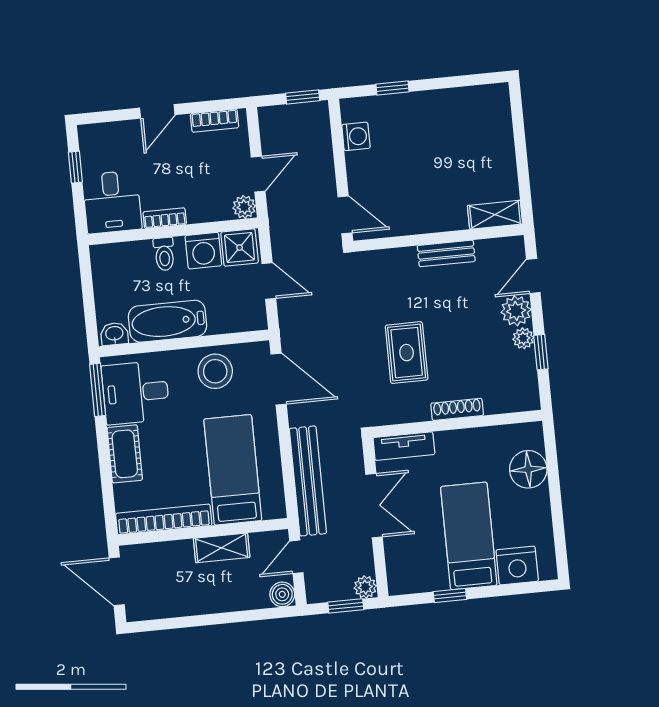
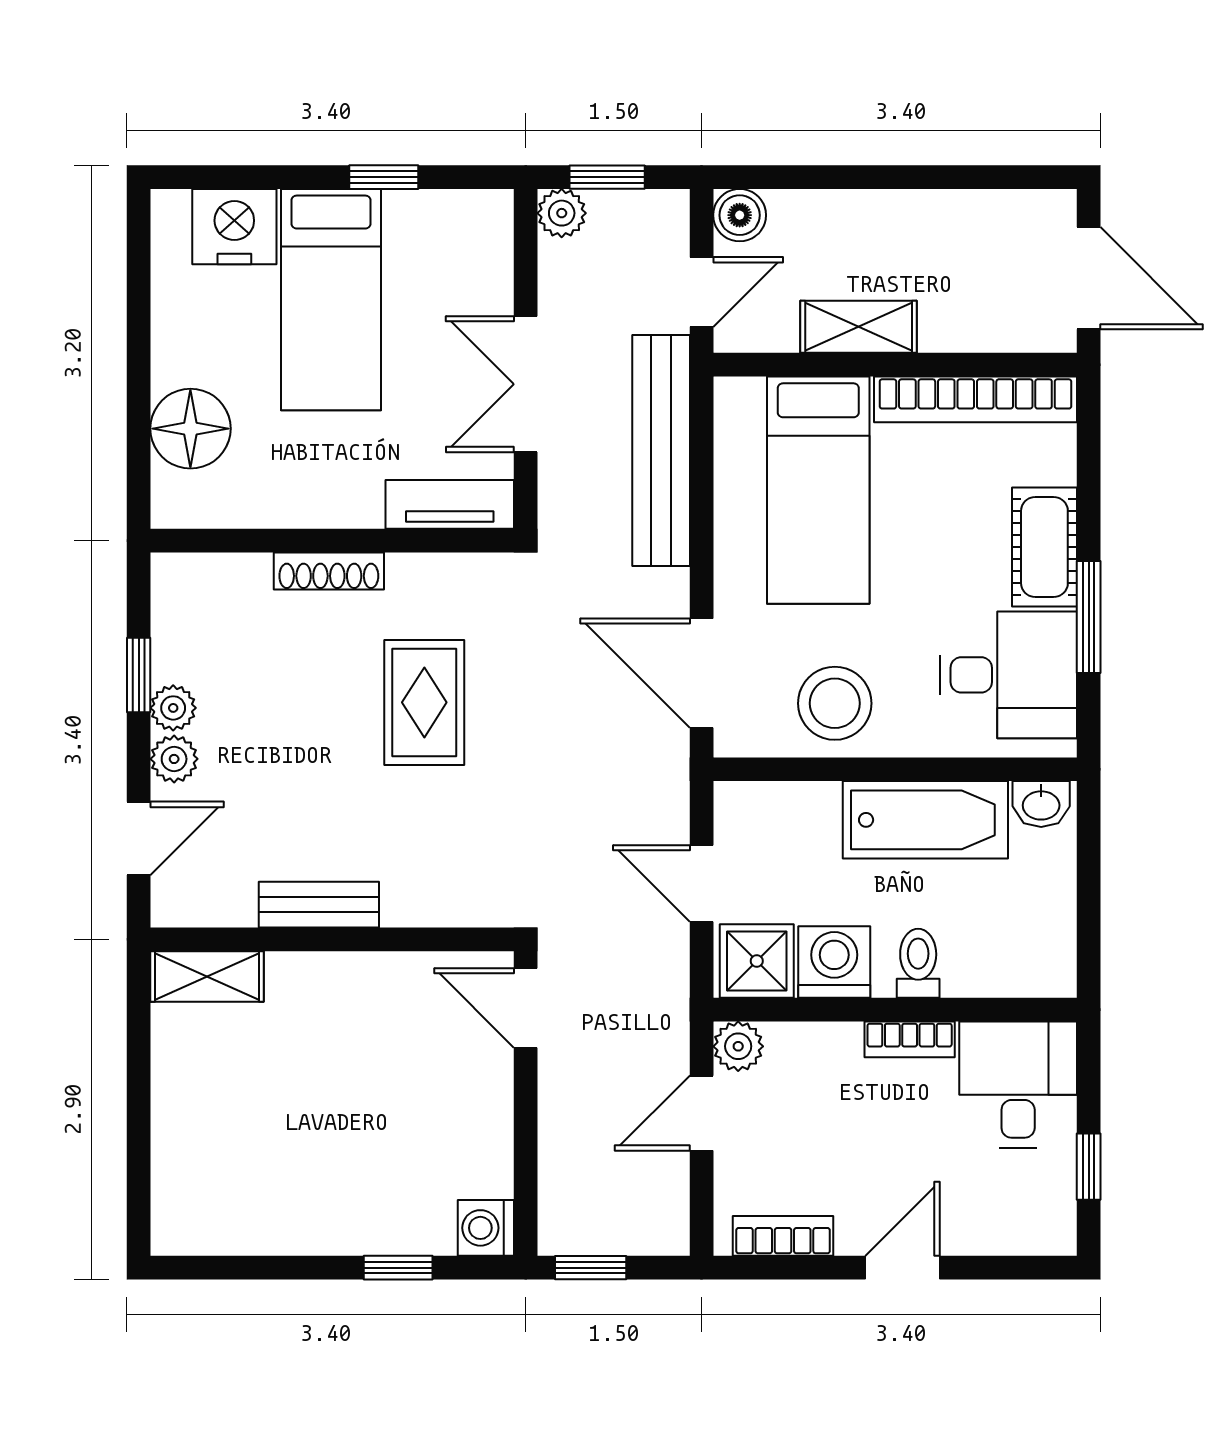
washing machine: (356, 136) -> (486, 1228), moved
plant: (516, 311) -> (174, 759), width x0.73, depth x0.73
window: (98, 390) -> (1089, 617), moved

